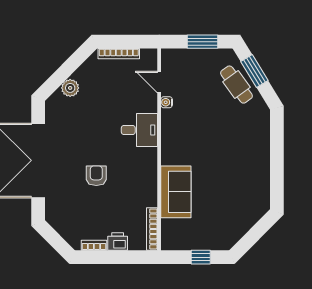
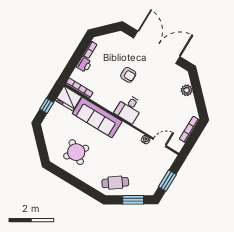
cafe table: (236, 85) -> (115, 183), moved
desk: (139, 130) -> (129, 109), moved
round table: (237, 182) -> (76, 152), added
sofa: (176, 192) -> (97, 117), width x1.36
fridge: (174, 235) -> (68, 98), added

